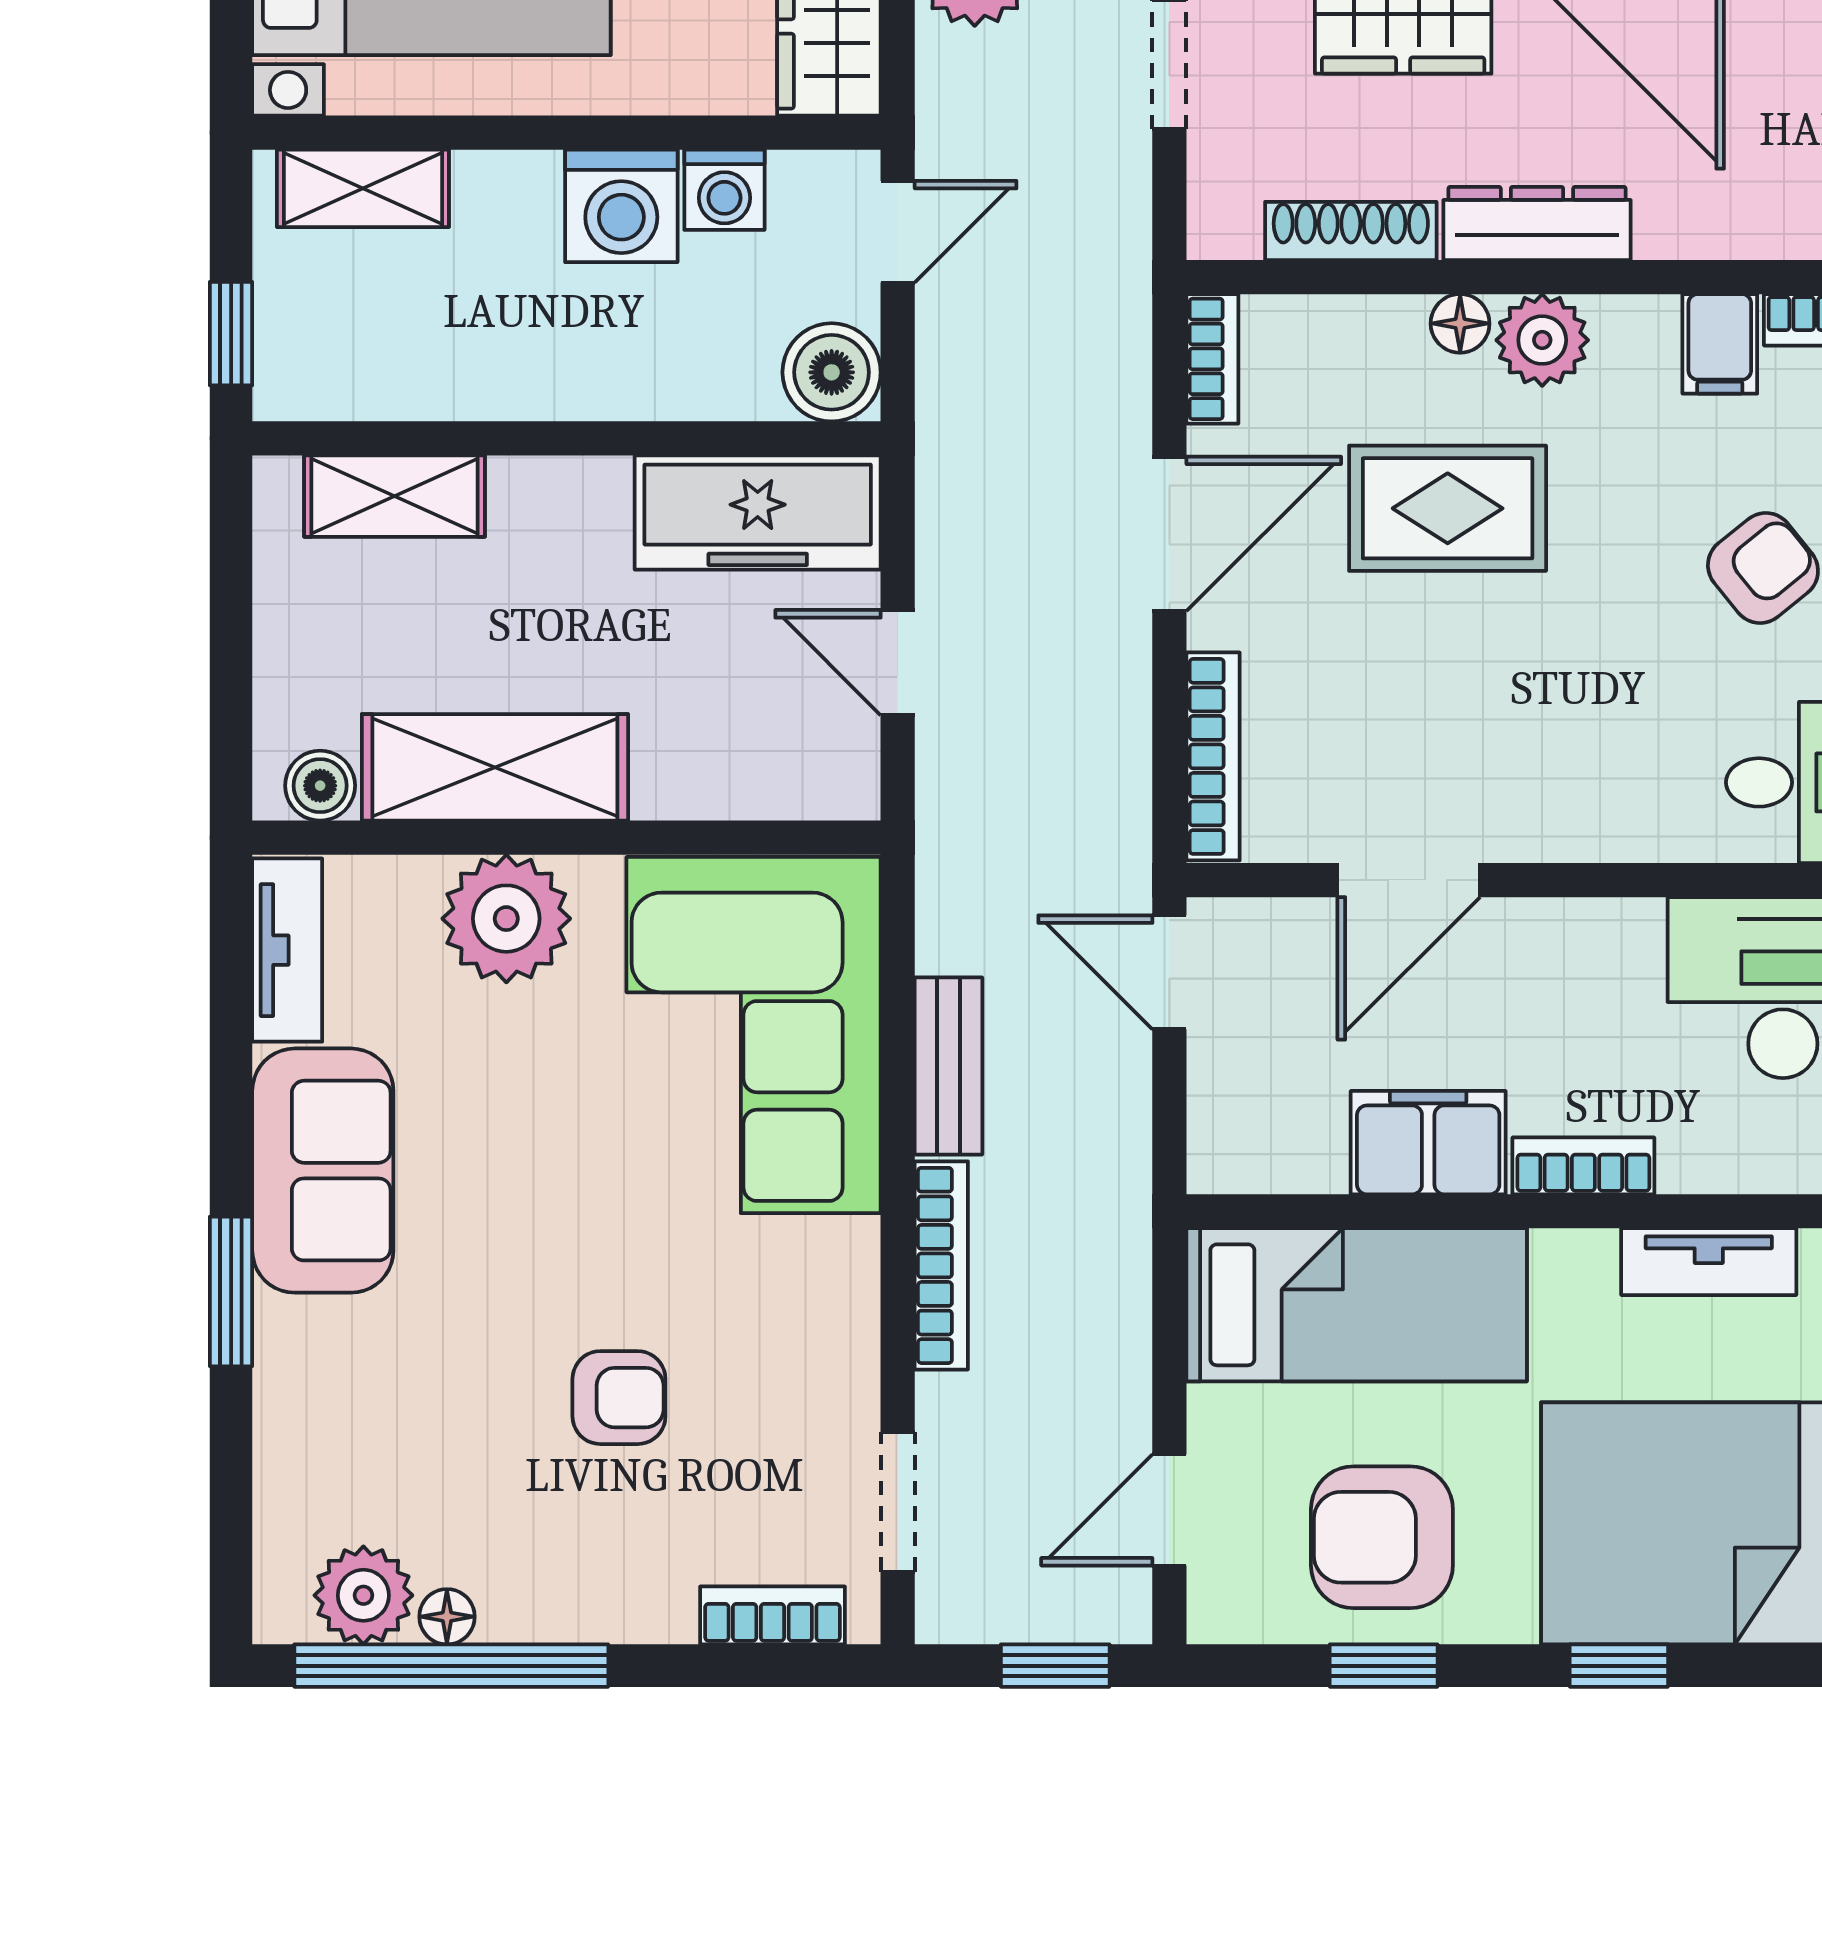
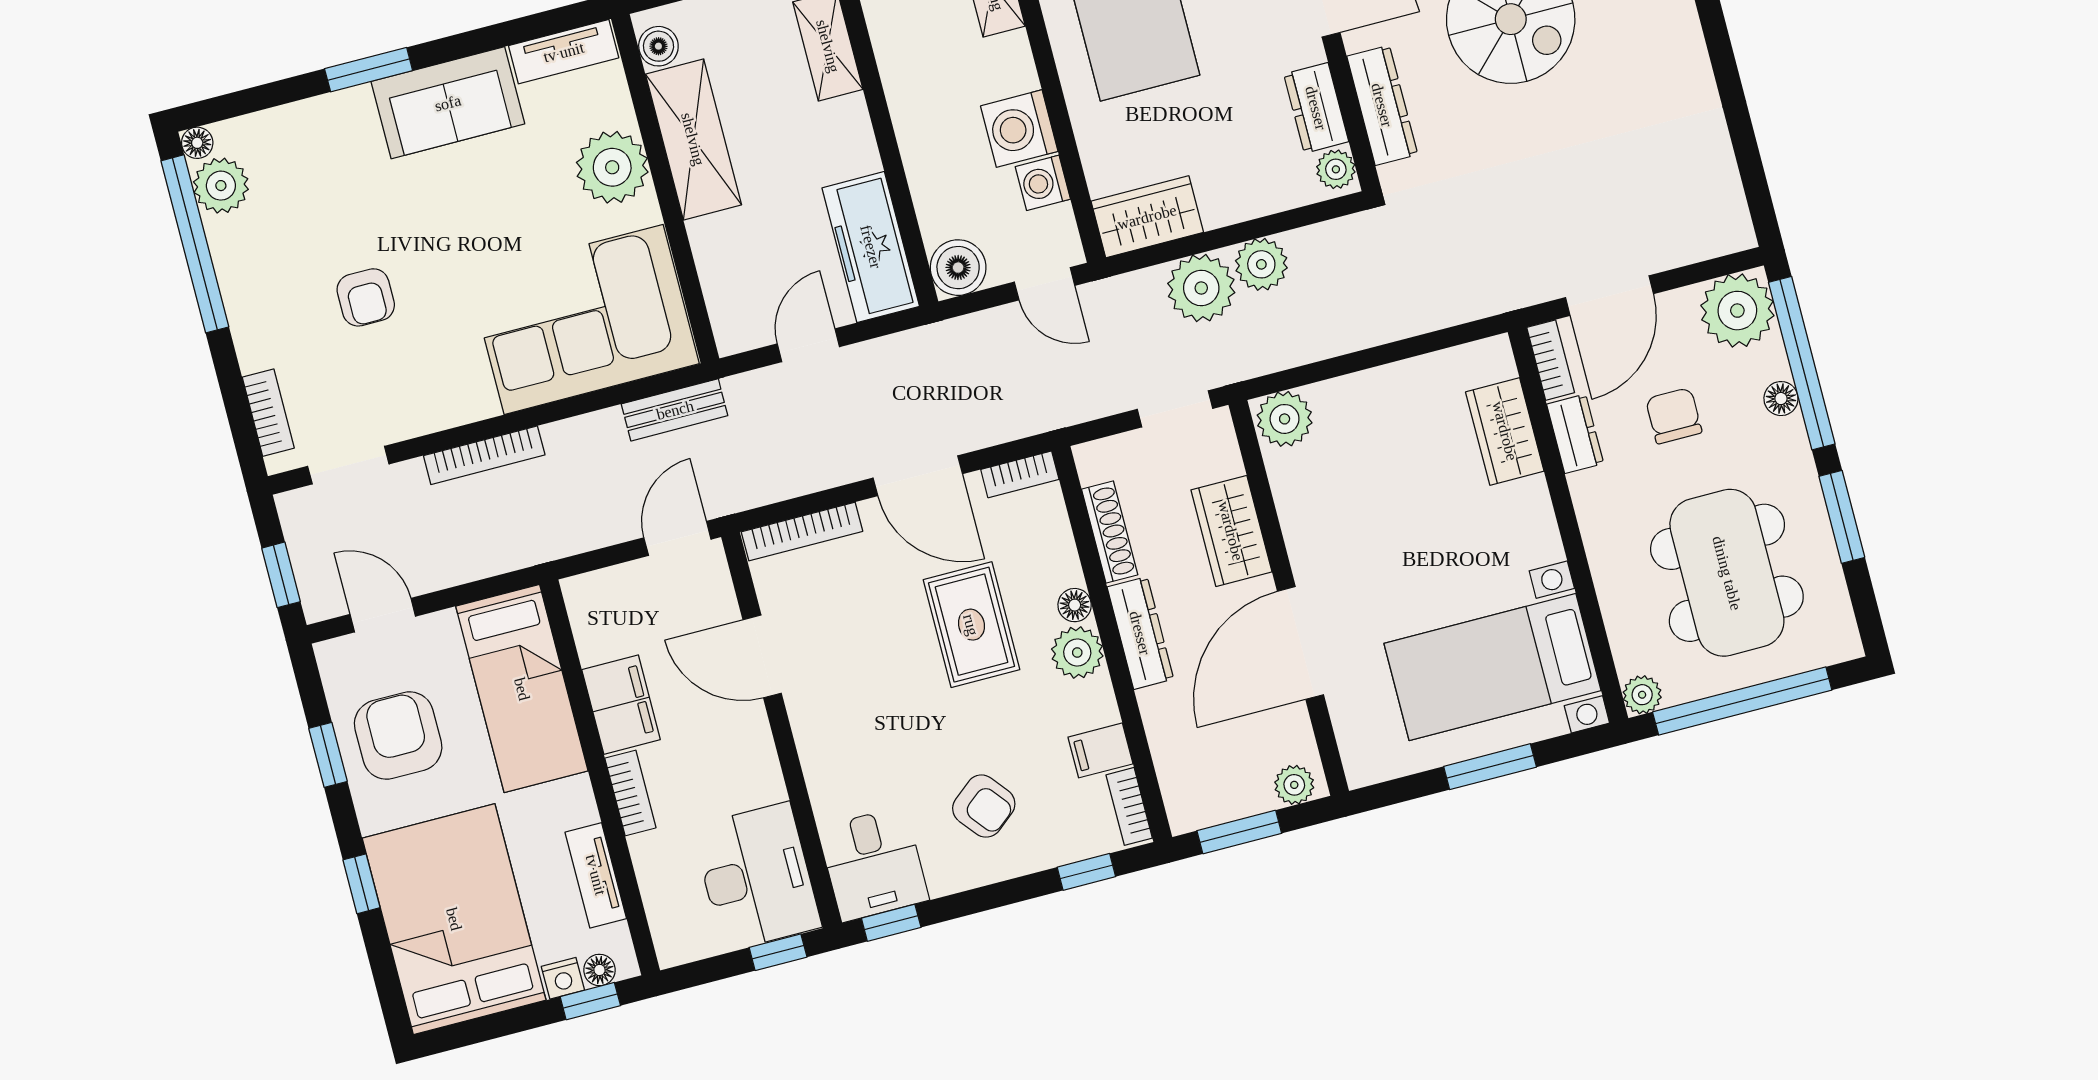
bench: (948, 1066) -> (675, 410), moved
floor lamp: (447, 1617) -> (197, 143), moved

